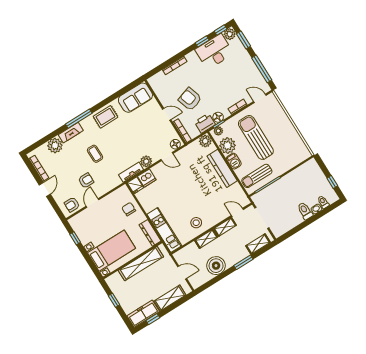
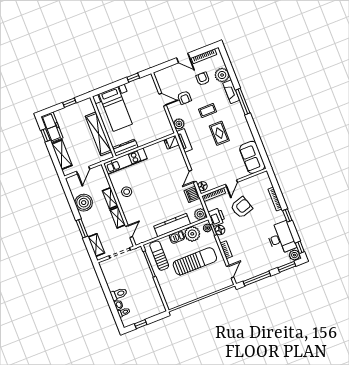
window: (202, 41) -> (287, 215), moved
rug: (106, 117) -> (219, 133), moved
plant: (146, 161) -> (179, 124), moved
dishwasher: (147, 178) -> (192, 194), moved
armchair: (72, 205) -> (203, 79), moved
chair: (129, 209) -> (151, 132), removed

